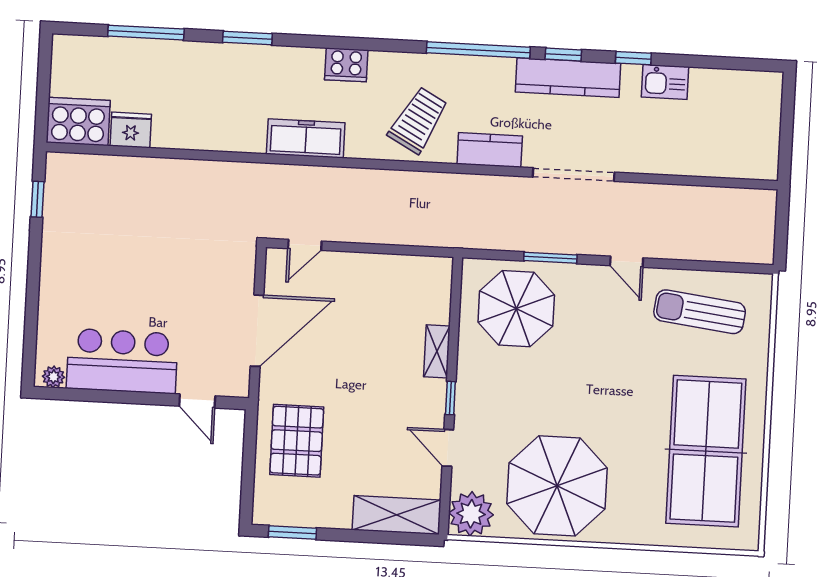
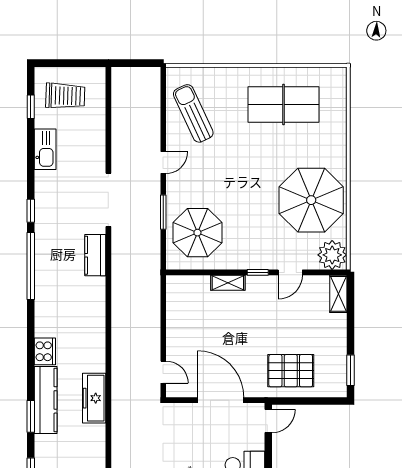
window: (633, 58) -> (31, 107), moved
kitchen counter: (568, 78) -> (46, 400), moved
kitchen sink: (665, 82) -> (45, 149), width x1.38
trolley: (418, 120) -> (65, 96), moved, turned 153
freezer: (306, 138) -> (94, 398), moved
sun lounger: (700, 312) -> (193, 113), turned 148
door: (197, 401) -> (268, 421), moved
table tennis table: (706, 451) -> (284, 105), width x0.73, depth x0.76
shelving: (397, 515) -> (338, 294), width x0.67, depth x0.75

